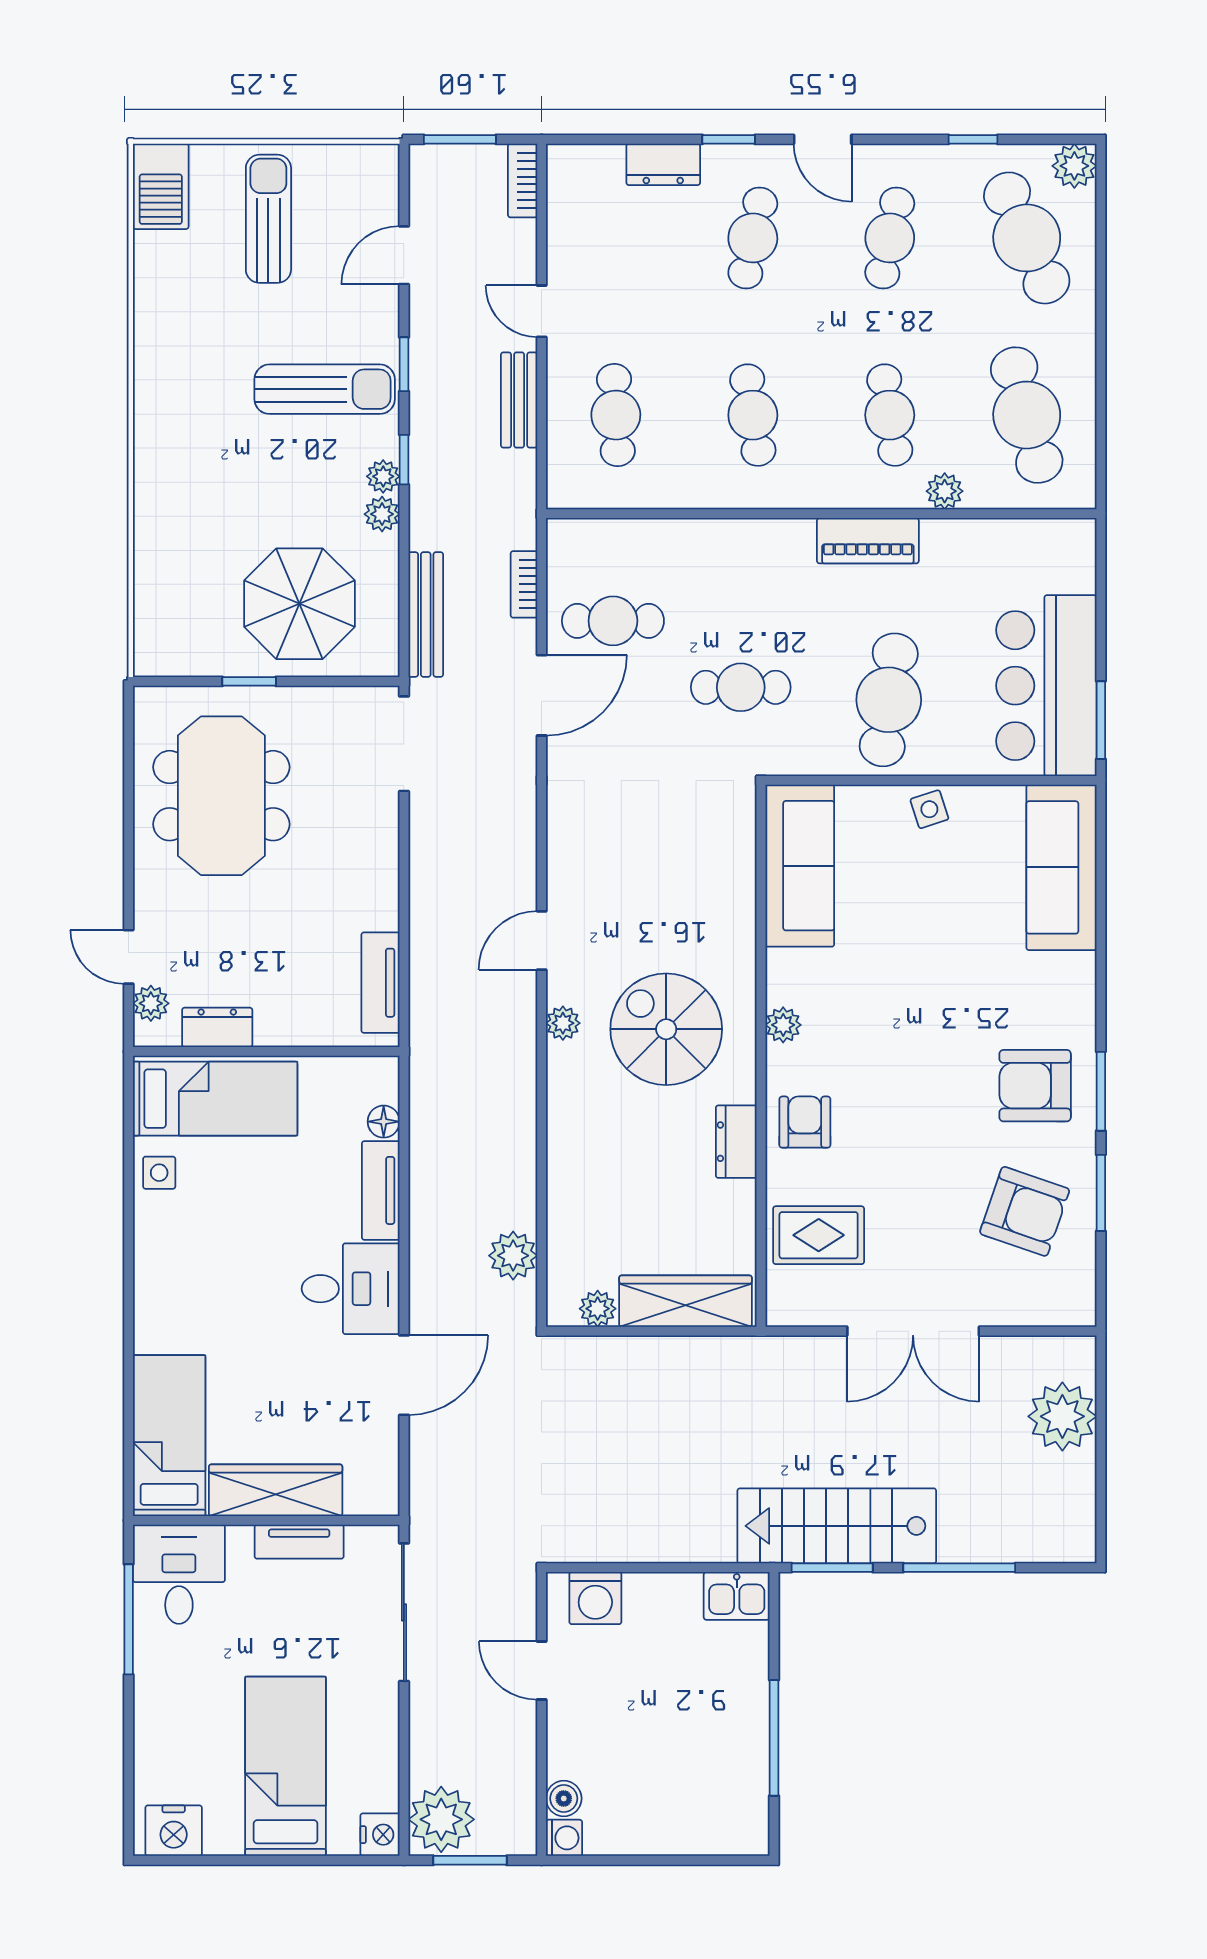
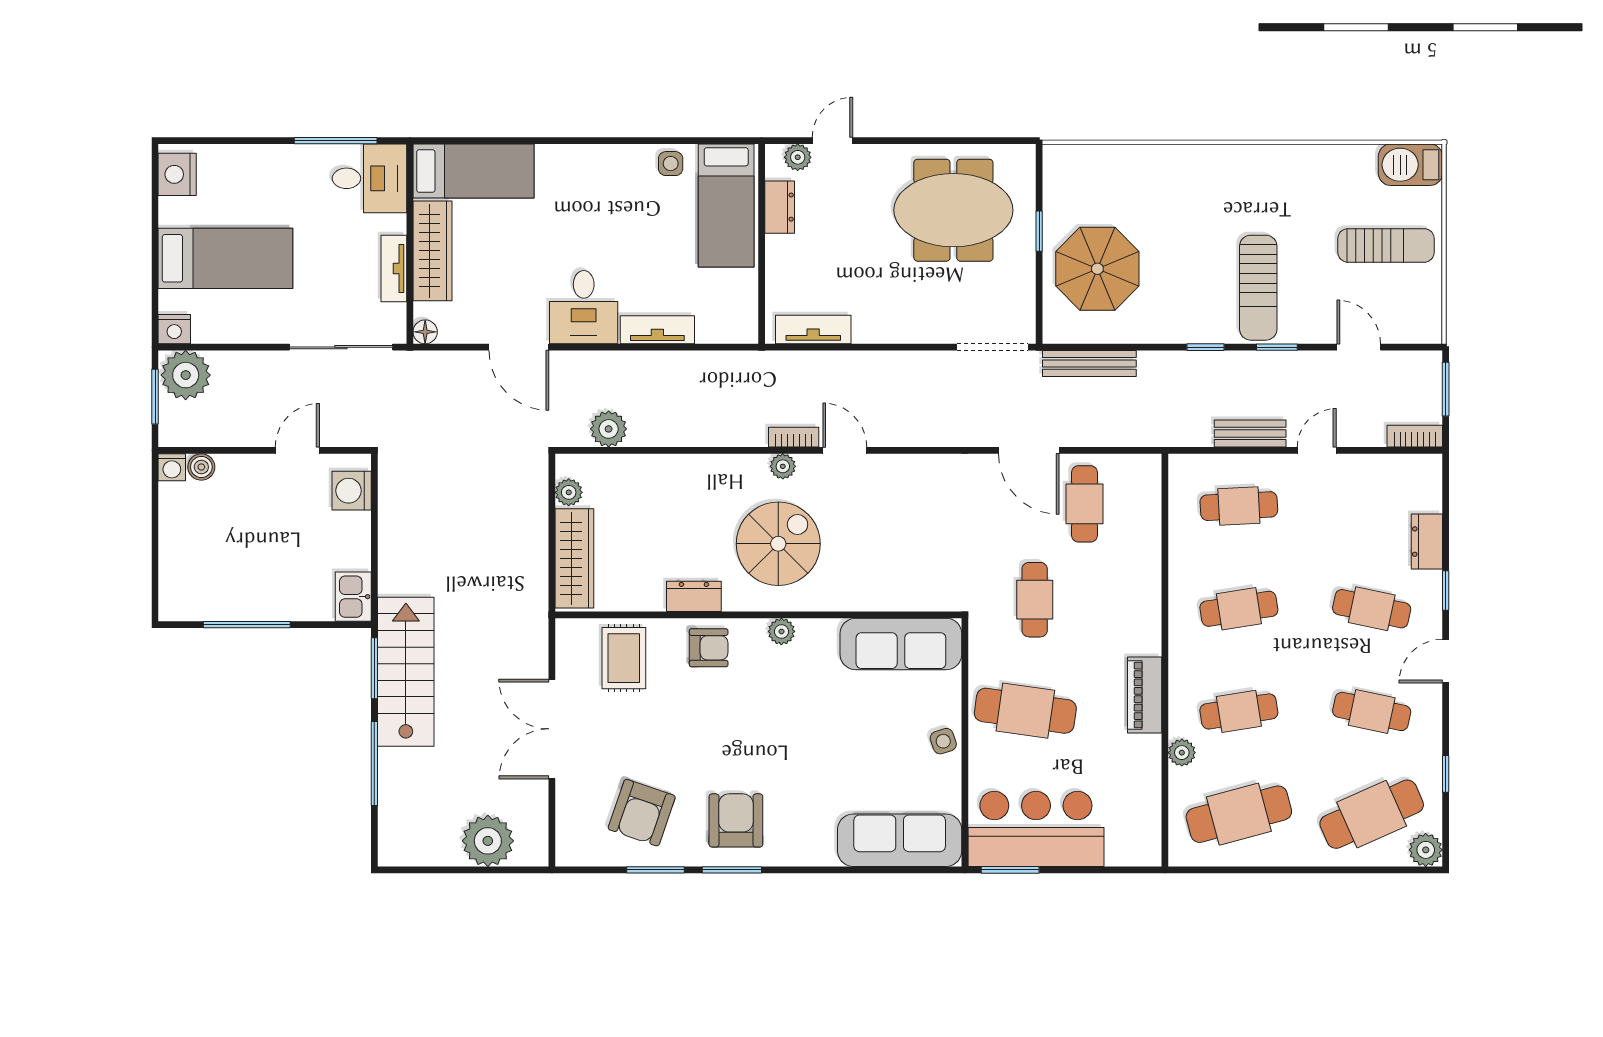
plant: (383, 476) -> (1193, 332), removed
plant: (382, 514) -> (1165, 331), removed
bookcase: (524, 584) -> (794, 437), moved
floor lamp: (384, 1122) -> (425, 332), moved

